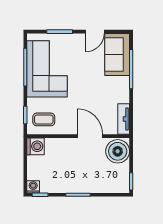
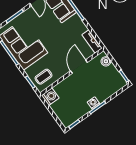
door: (90, 136) -> (79, 67), hinge flipped
boiler: (118, 151) -> (106, 61), width x0.54, depth x0.54
washing machine: (33, 187) -> (94, 103), moved

